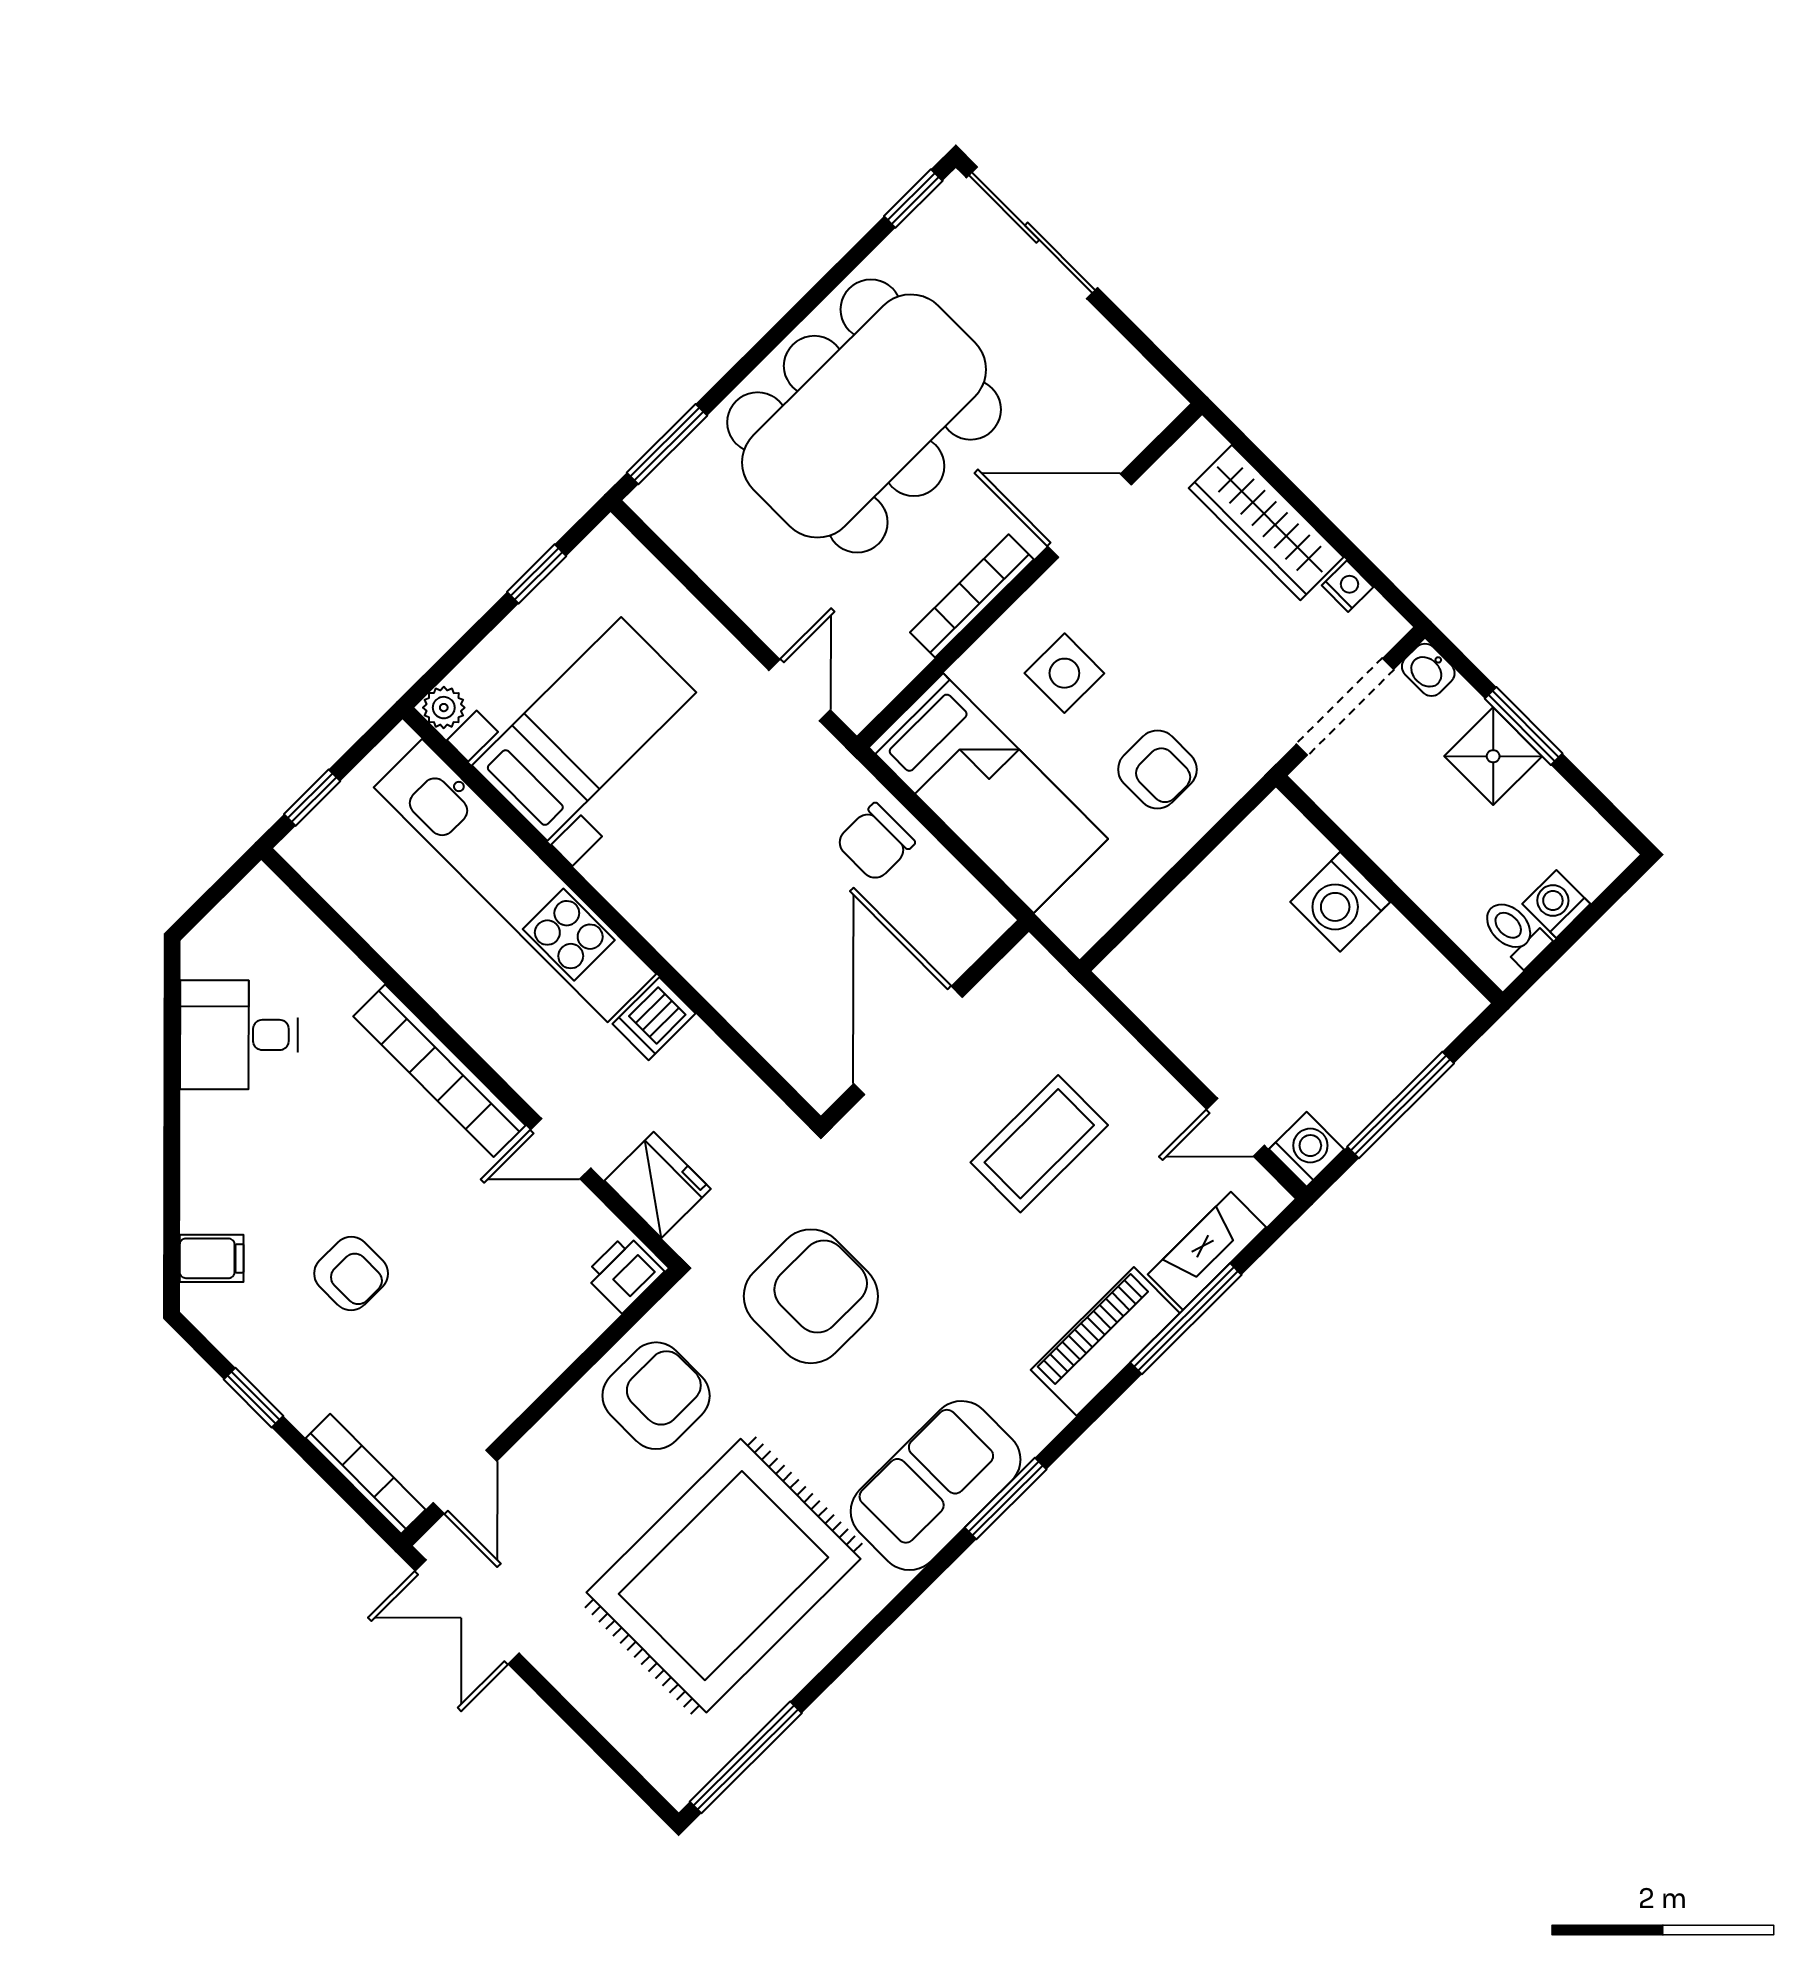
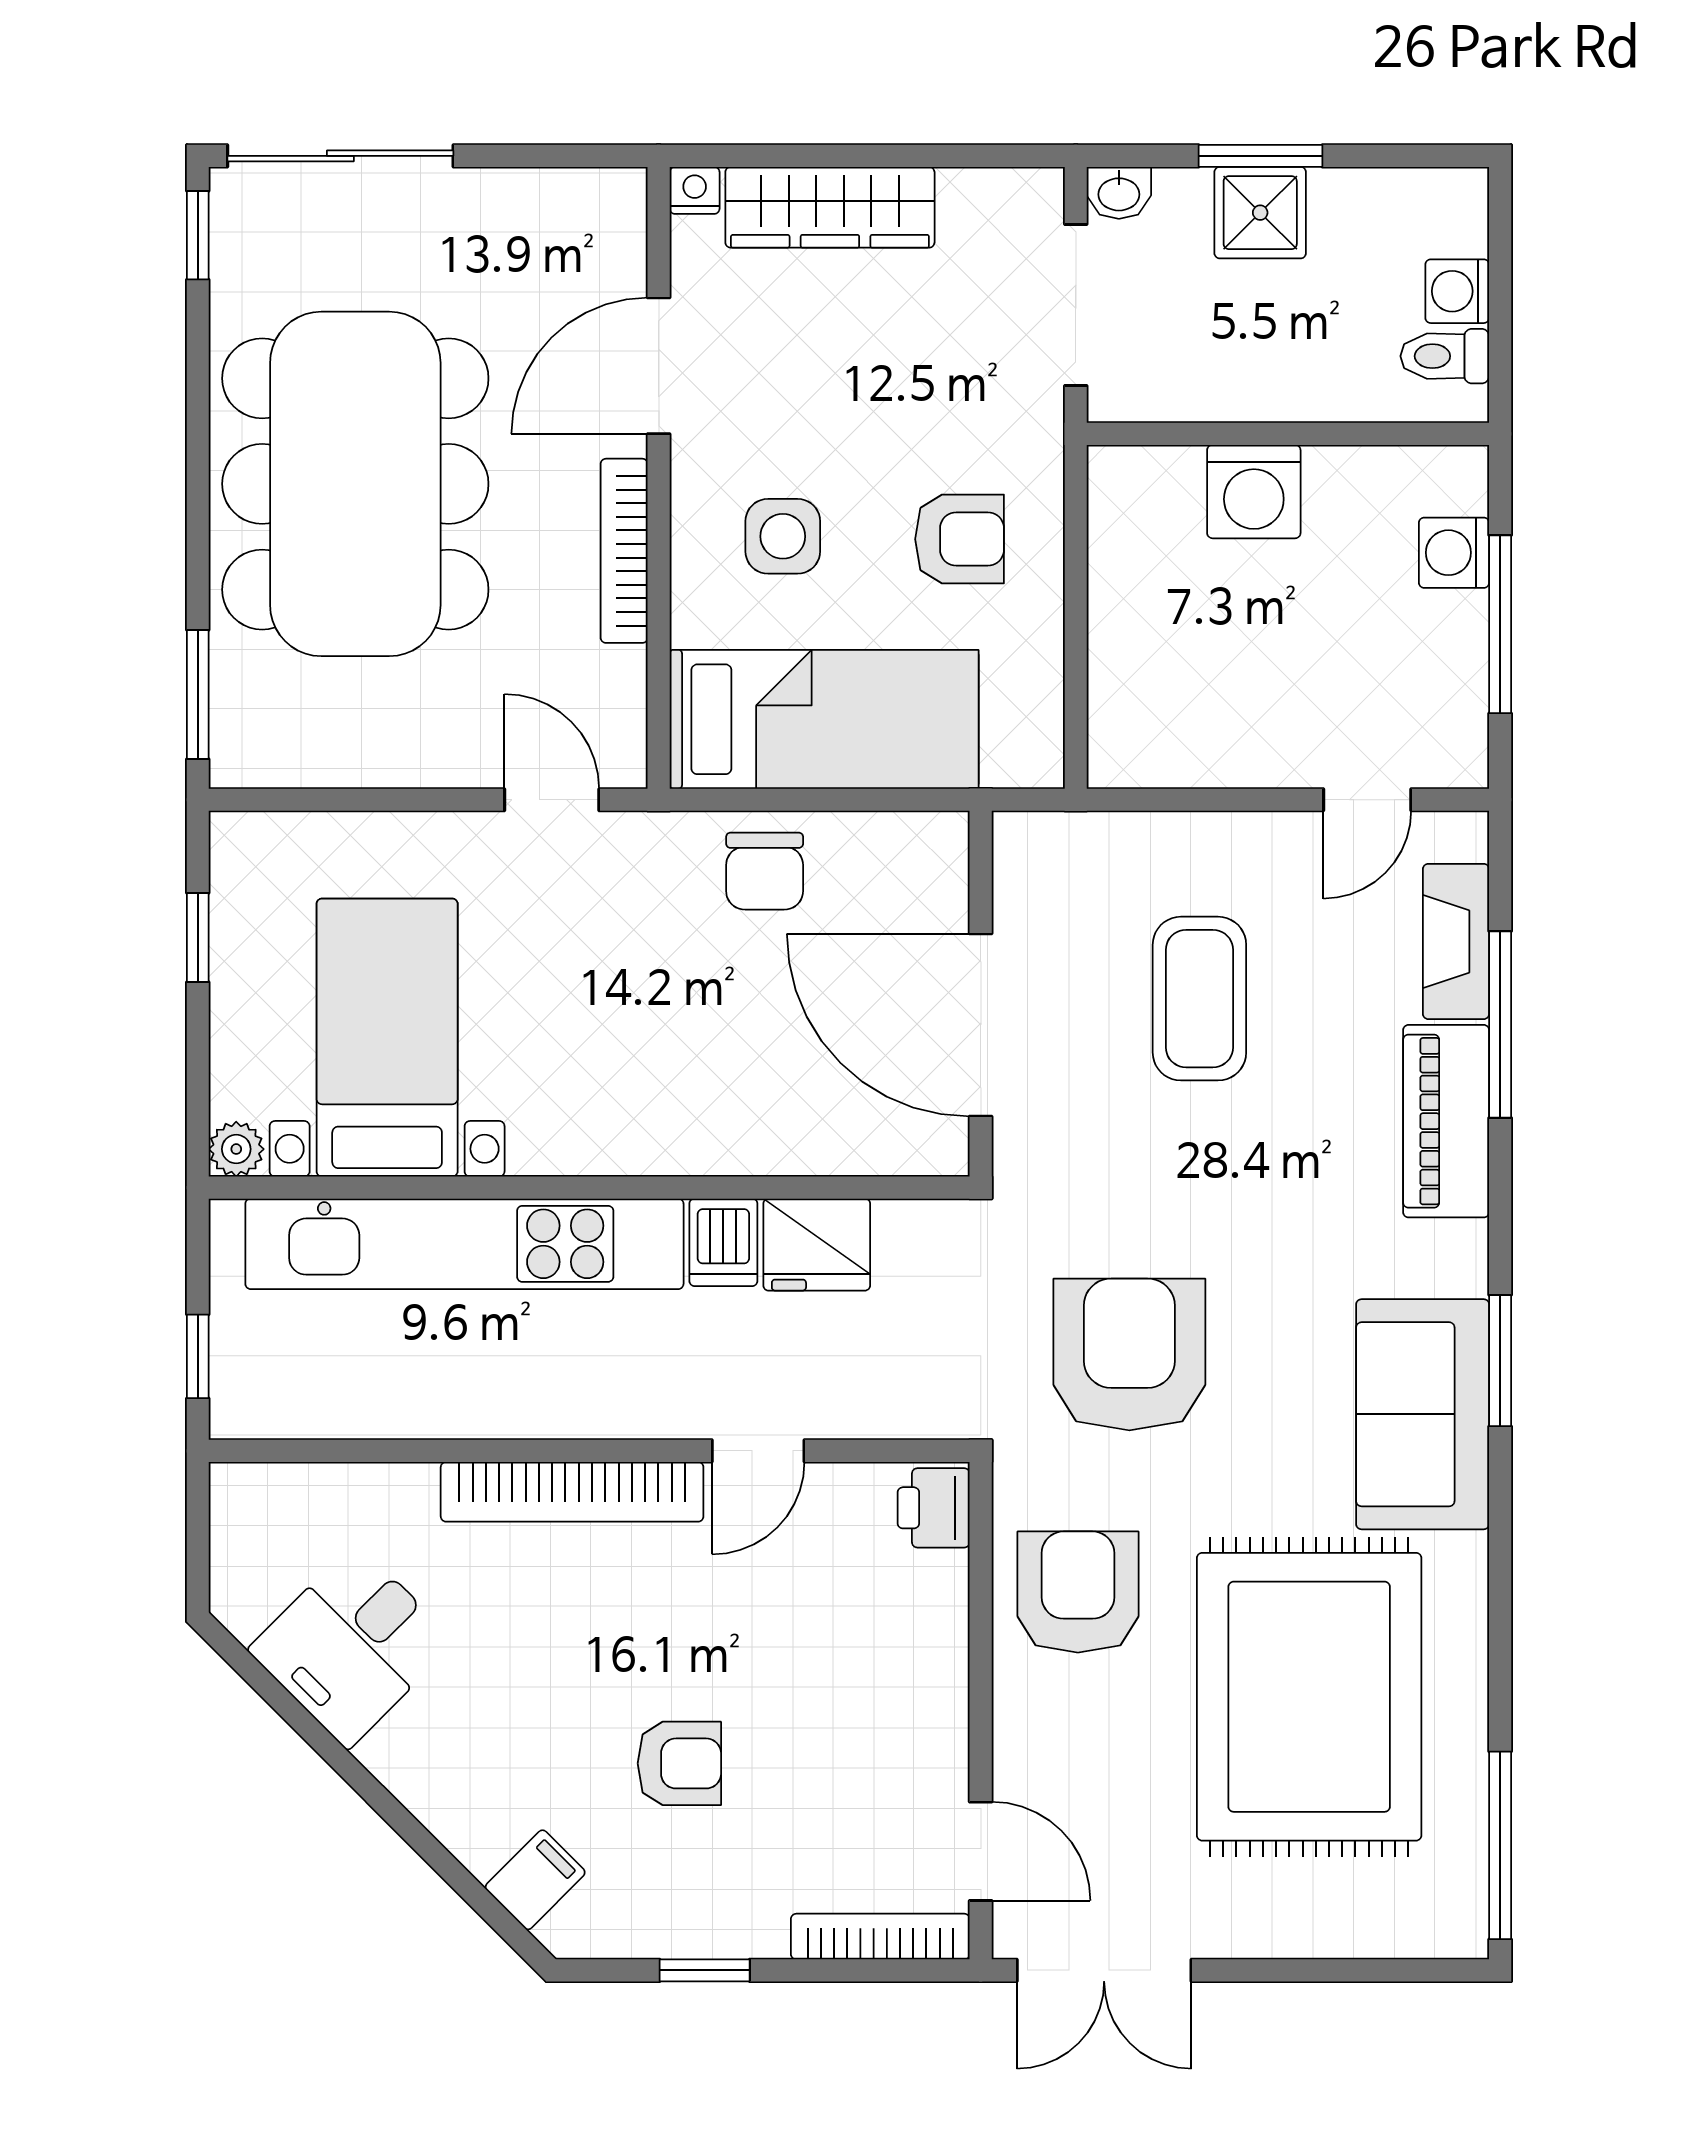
nightstand: (1347, 586) -> (695, 190), moved
washing machine: (1307, 1149) -> (1454, 553), moved, turned -90
fridge: (658, 1185) -> (817, 1245), moved, turned 180

